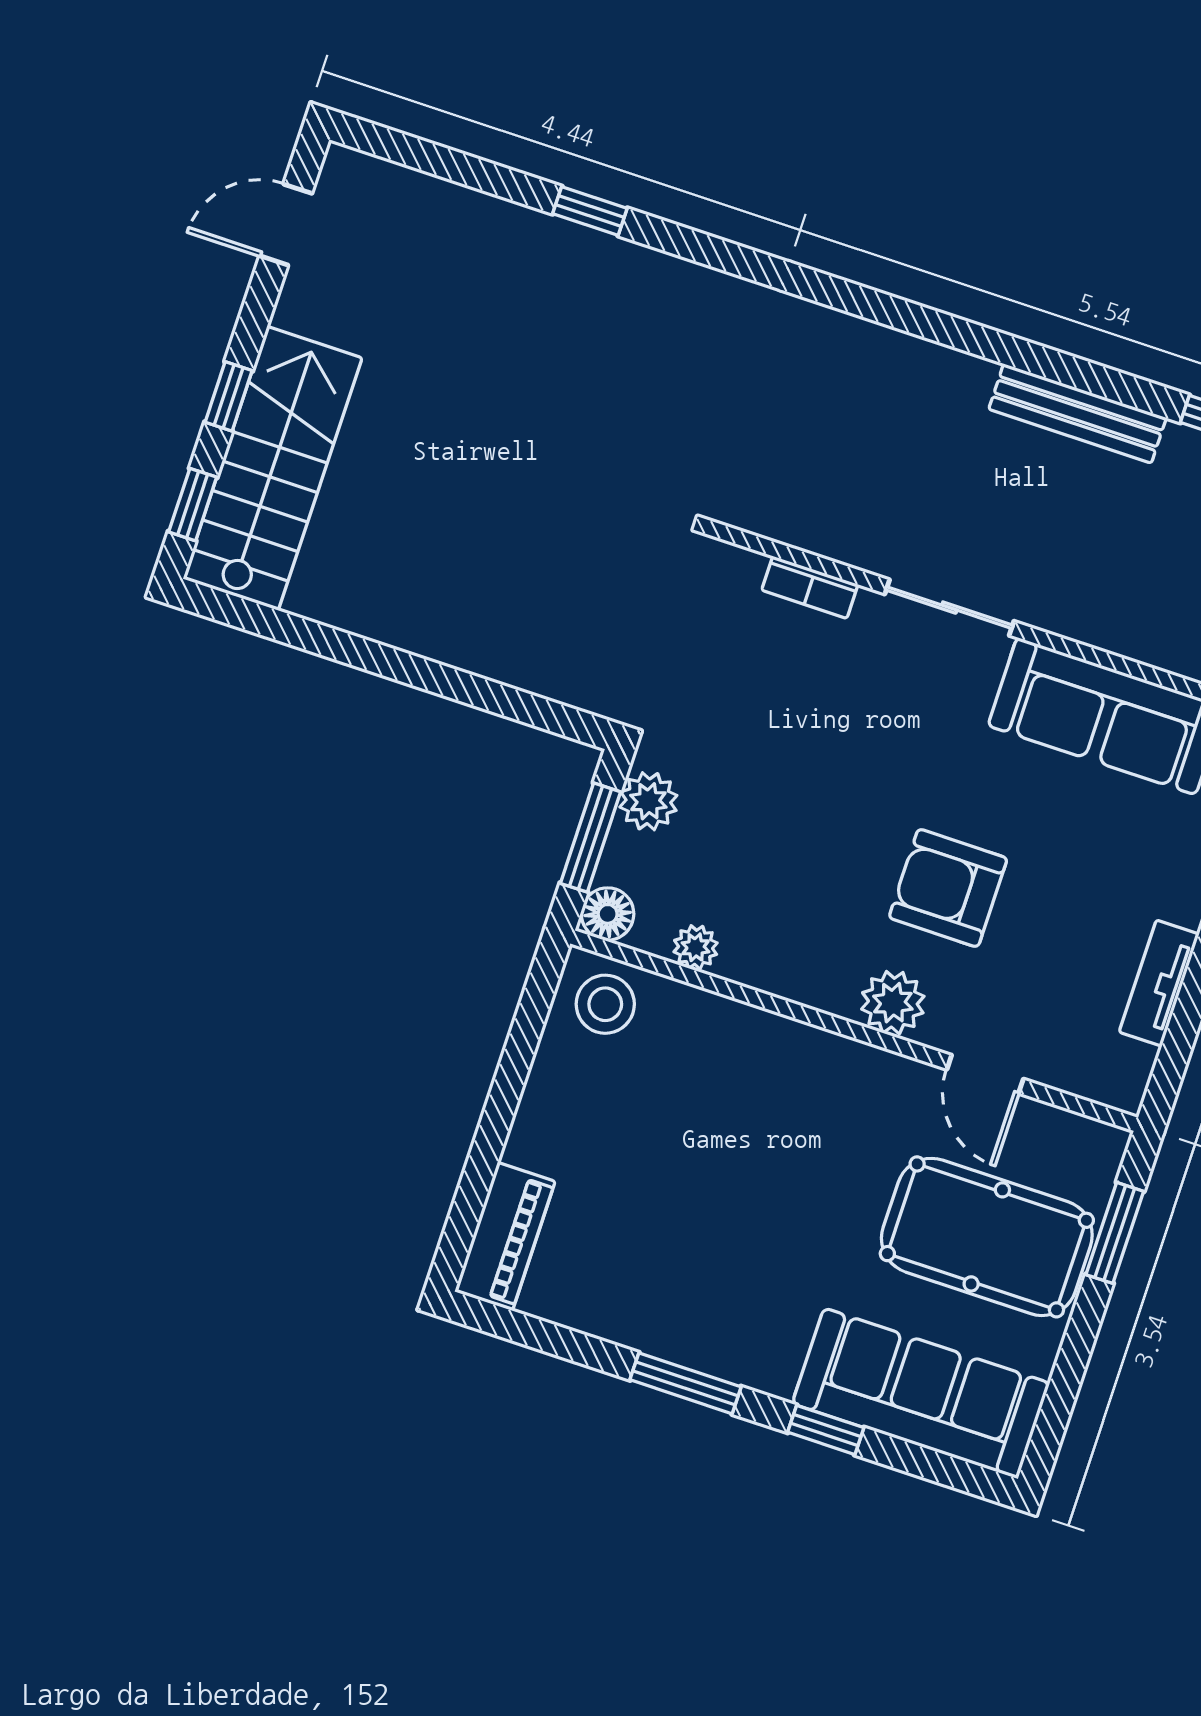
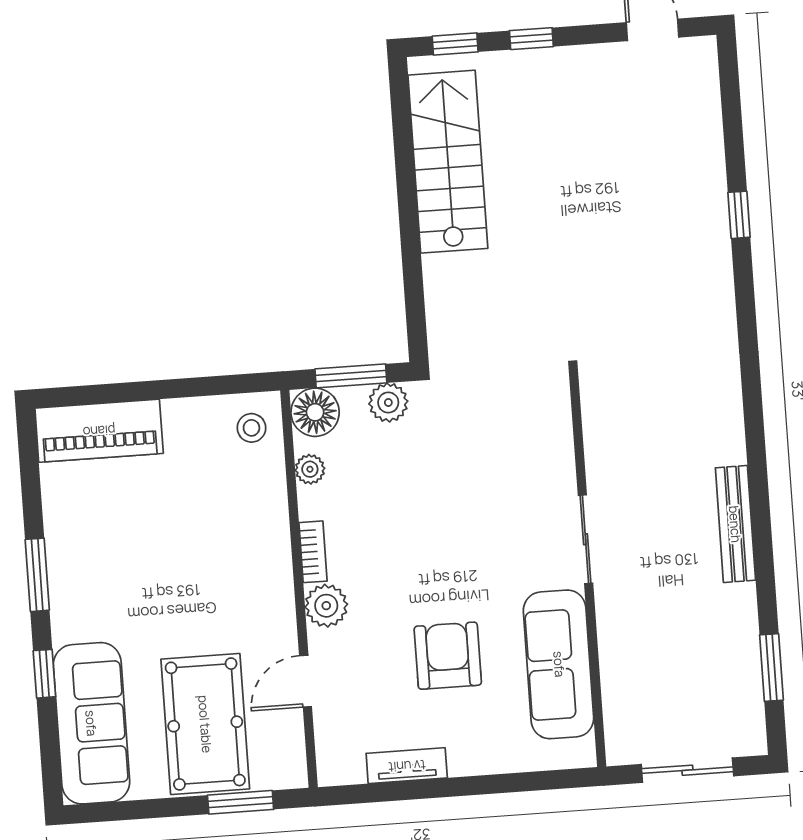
bench: (1077, 413) -> (735, 524), moved
stairs: (273, 468) -> (448, 162), moved, turned -90
bookcase: (810, 587) -> (313, 552), moved, turned 180
armchair: (948, 888) -> (448, 656), moved
floor lamp: (608, 914) -> (315, 412), width x1.38, depth x1.38
stool: (605, 1004) -> (251, 428), width x0.73, depth x0.73
piano: (505, 1236) -> (99, 431), width x1.37, depth x1.33

